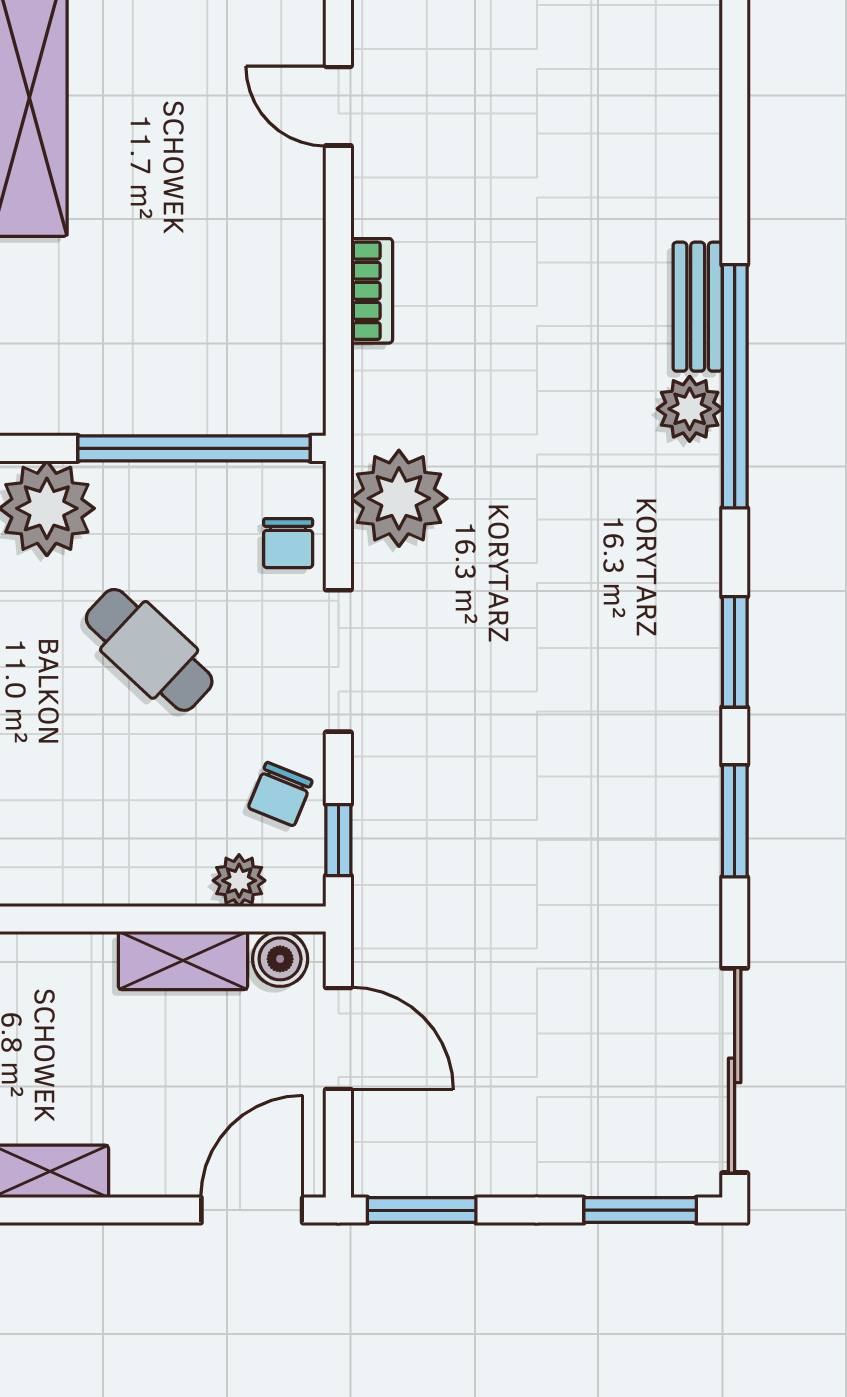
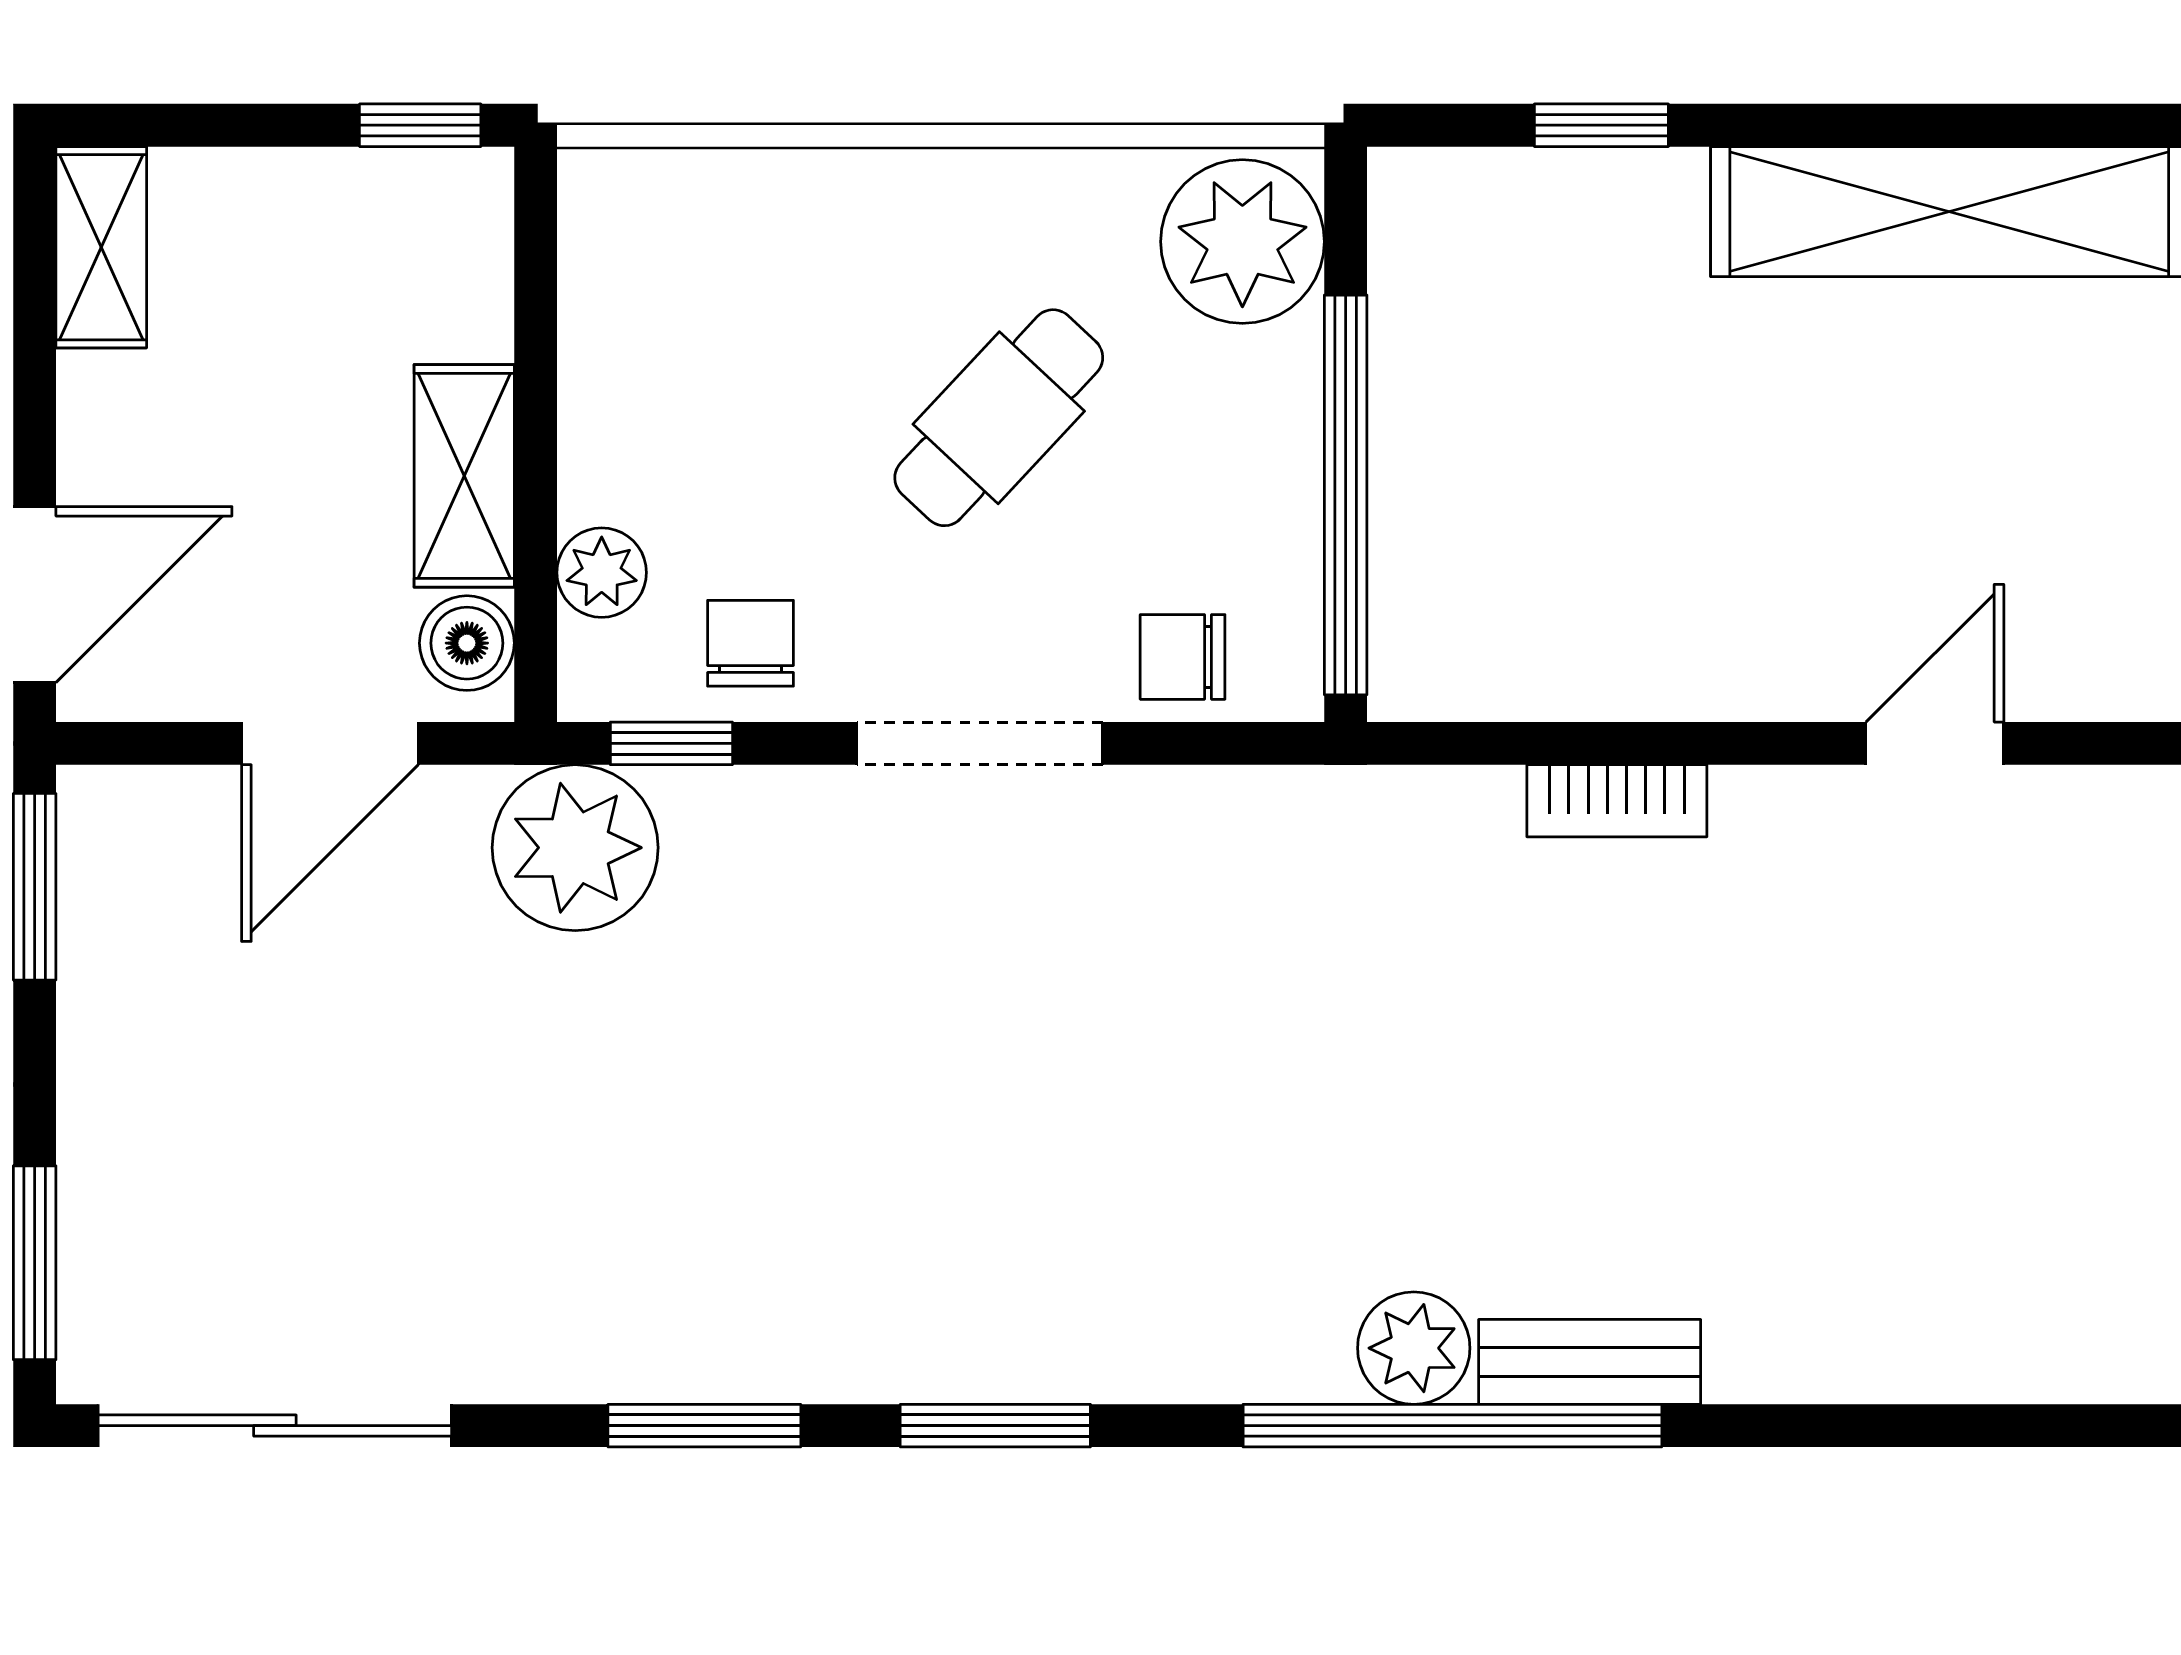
plant: (399, 498) -> (575, 848), moved
chair: (280, 794) -> (750, 643), turned 68
door: (252, 1210) -> (35, 595), hinge flipped

